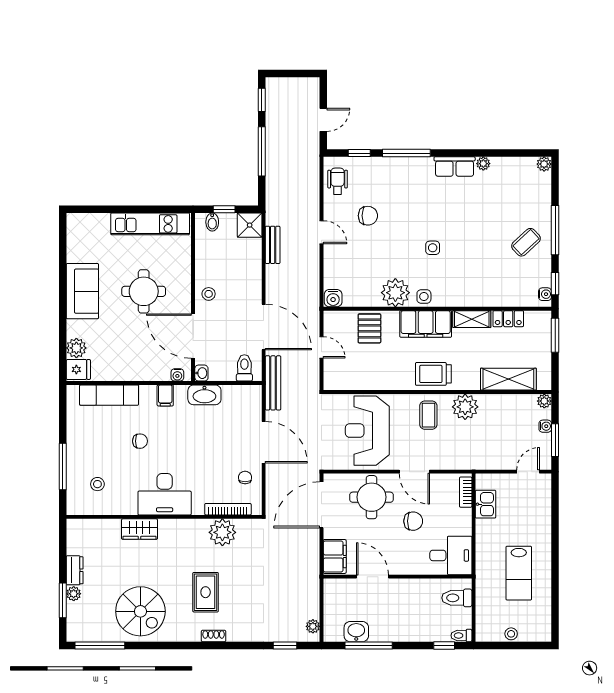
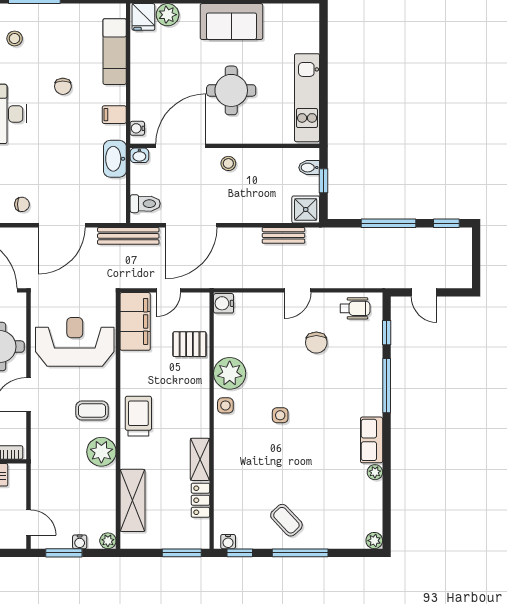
filing cabinet: (426, 324) -> (135, 321), moved, turned 180

